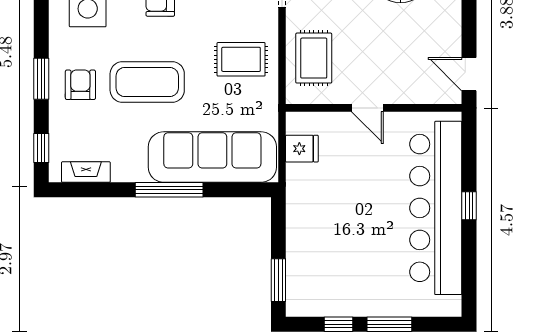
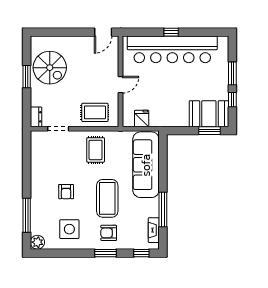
window: (169, 190) -> (163, 210), moved
booth: (311, 279) -> (209, 114), added

